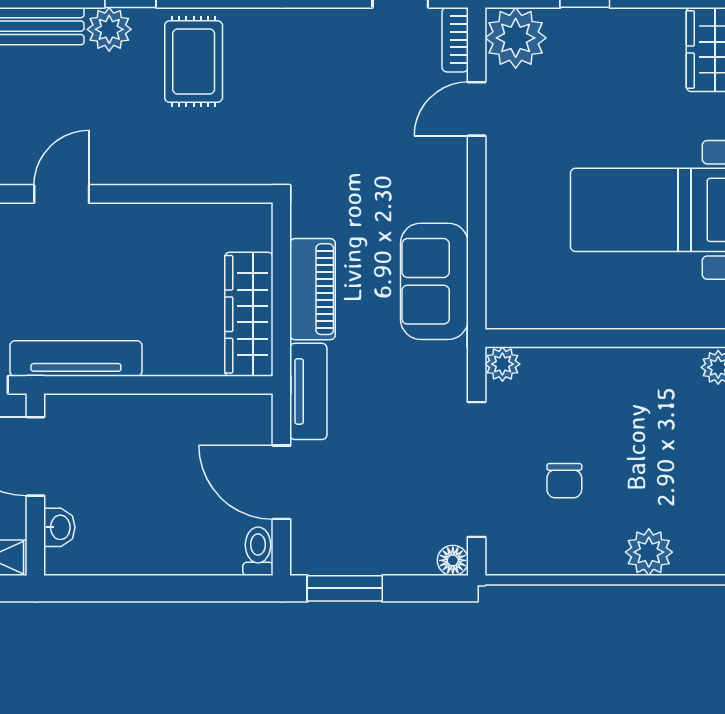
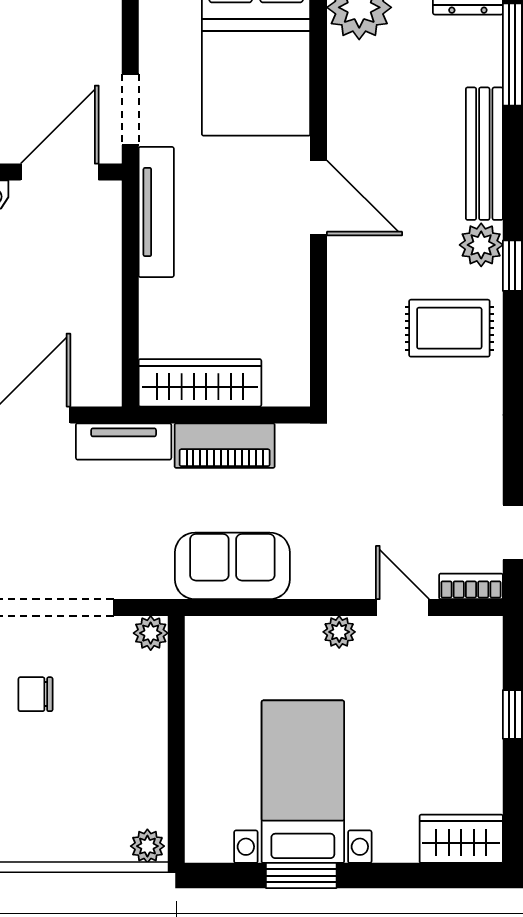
plant: (516, 38) -> (339, 632), moved, width x0.53, depth x0.53
door: (62, 194) -> (319, 198), width x1.38

